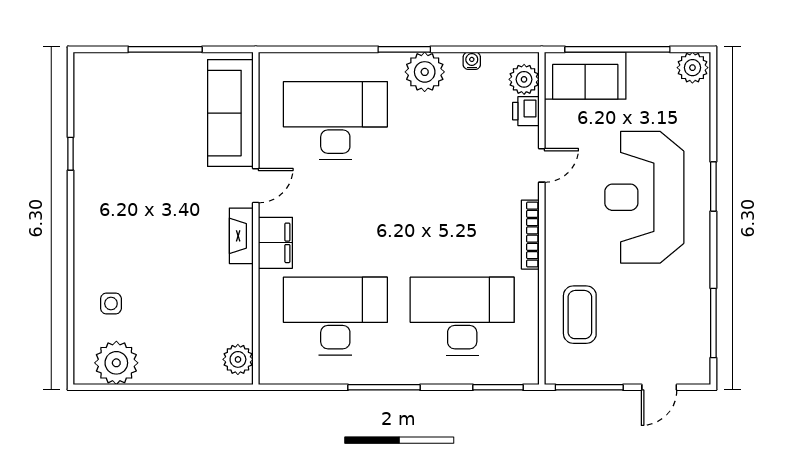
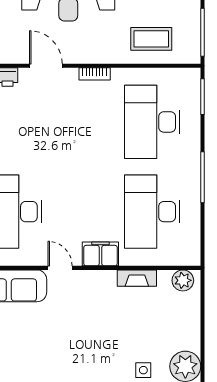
door: (542, 165) -> (46, 66), width x1.38
bookcase: (530, 235) -> (95, 74), width x0.64
fireplace: (241, 236) -> (137, 278), moved

